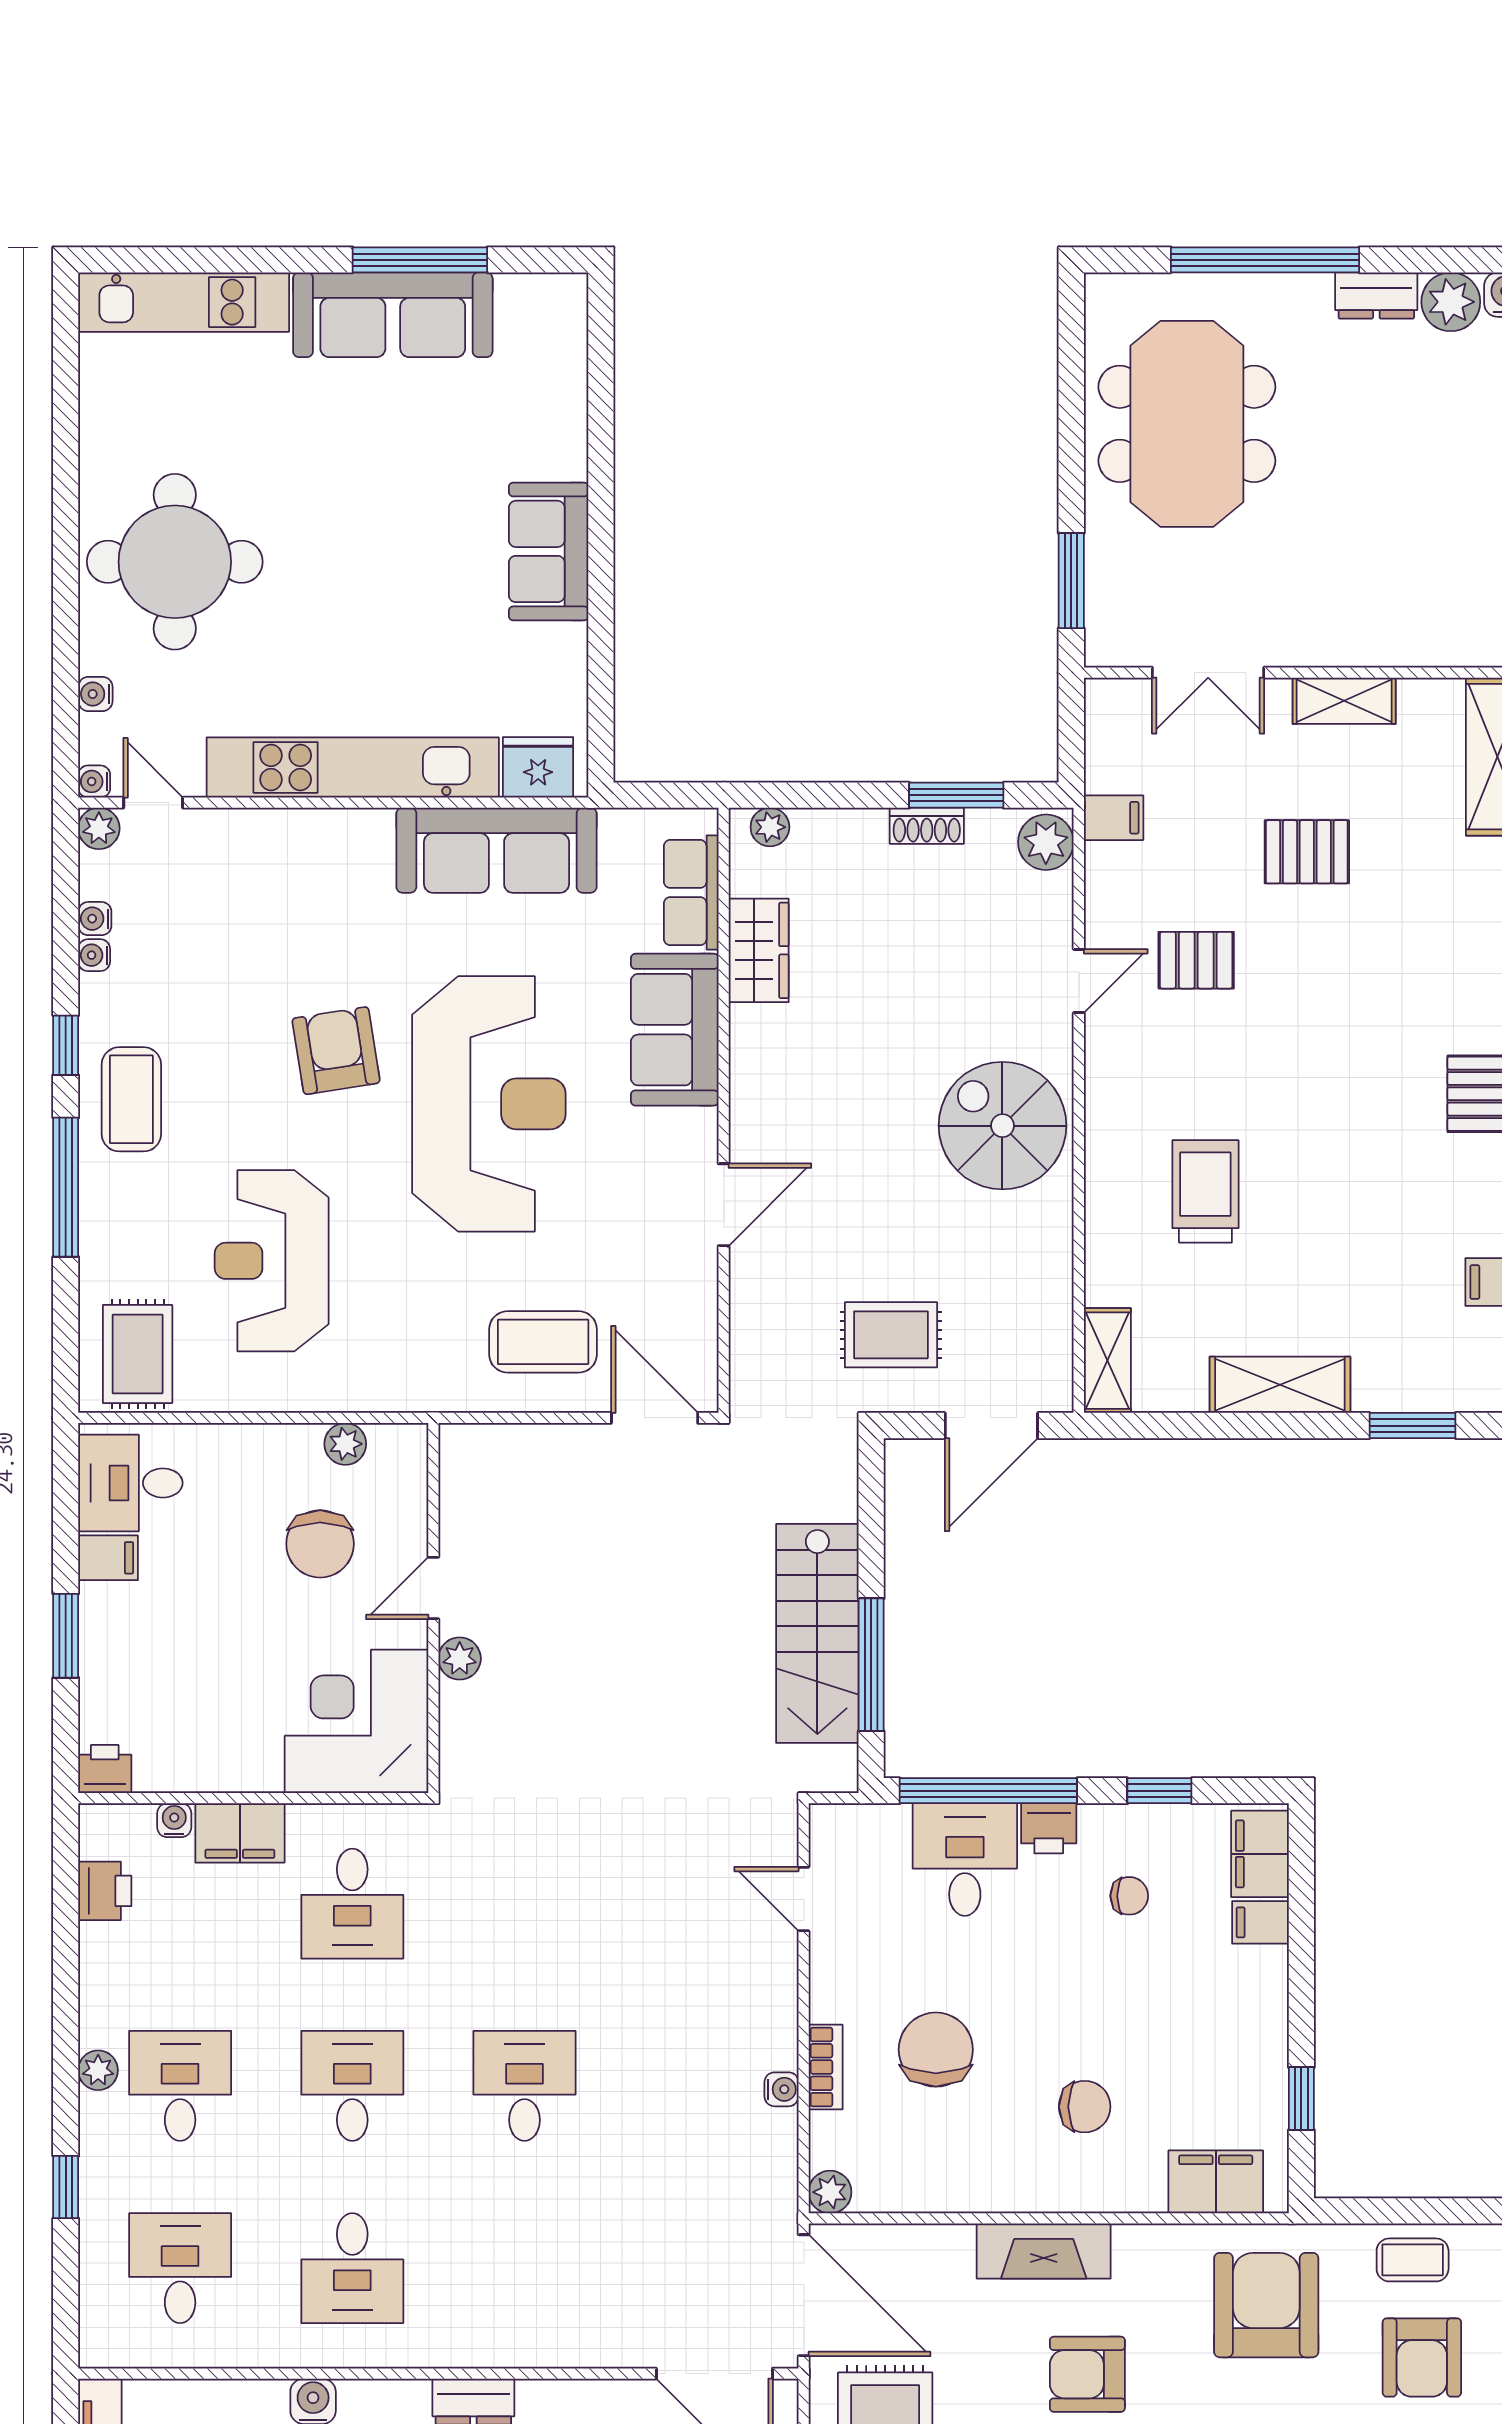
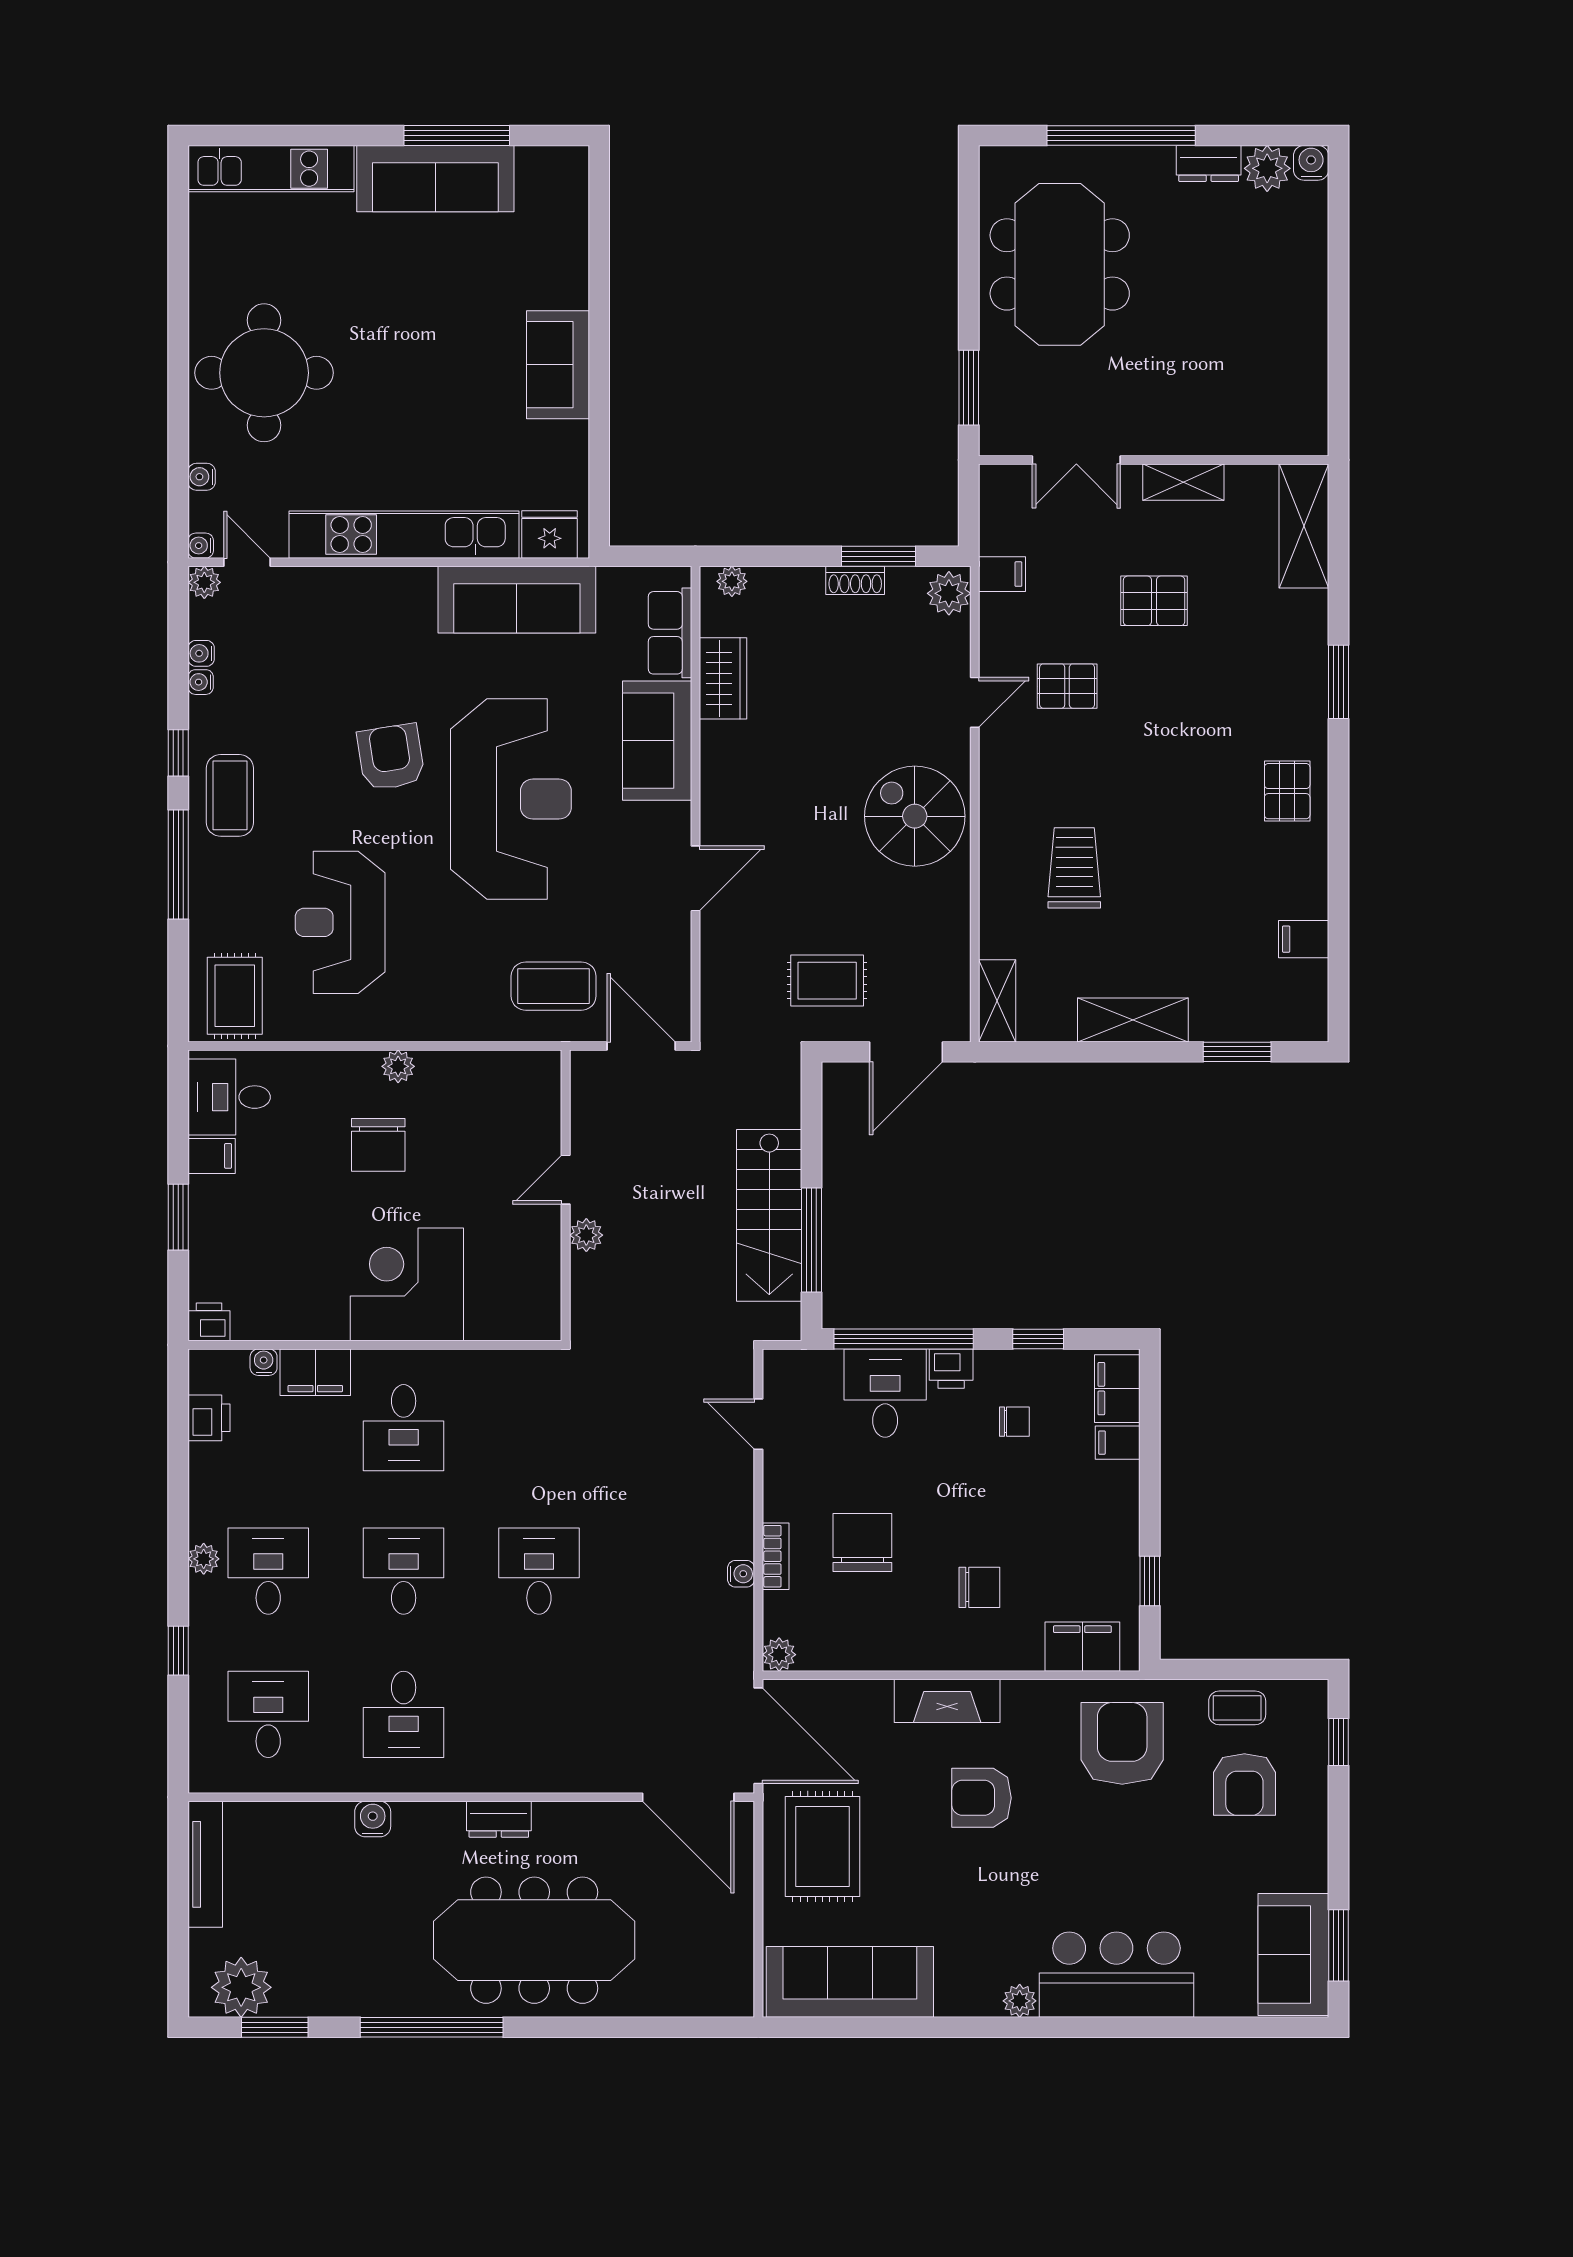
door: (433, 1588) -> (566, 1180), moved
wall: (433, 1608) -> (566, 1195), moved
plant: (460, 1659) -> (586, 1235), moved

